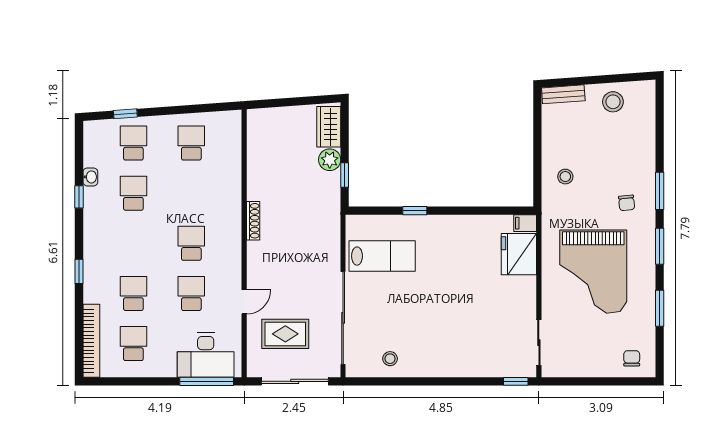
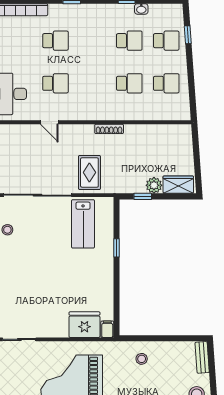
school desk: (191, 243) -> (129, 83), moved
rug: (285, 334) -> (89, 172), moved
school desk: (133, 344) -> (19, 41), removed

